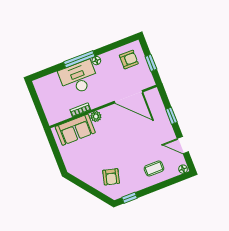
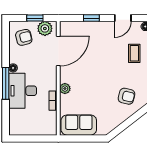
armchair: (129, 59) -> (24, 37), turned 76
plant: (145, 76) -> (45, 28), added
sofa: (75, 130) -> (79, 125), moved, turned -90

